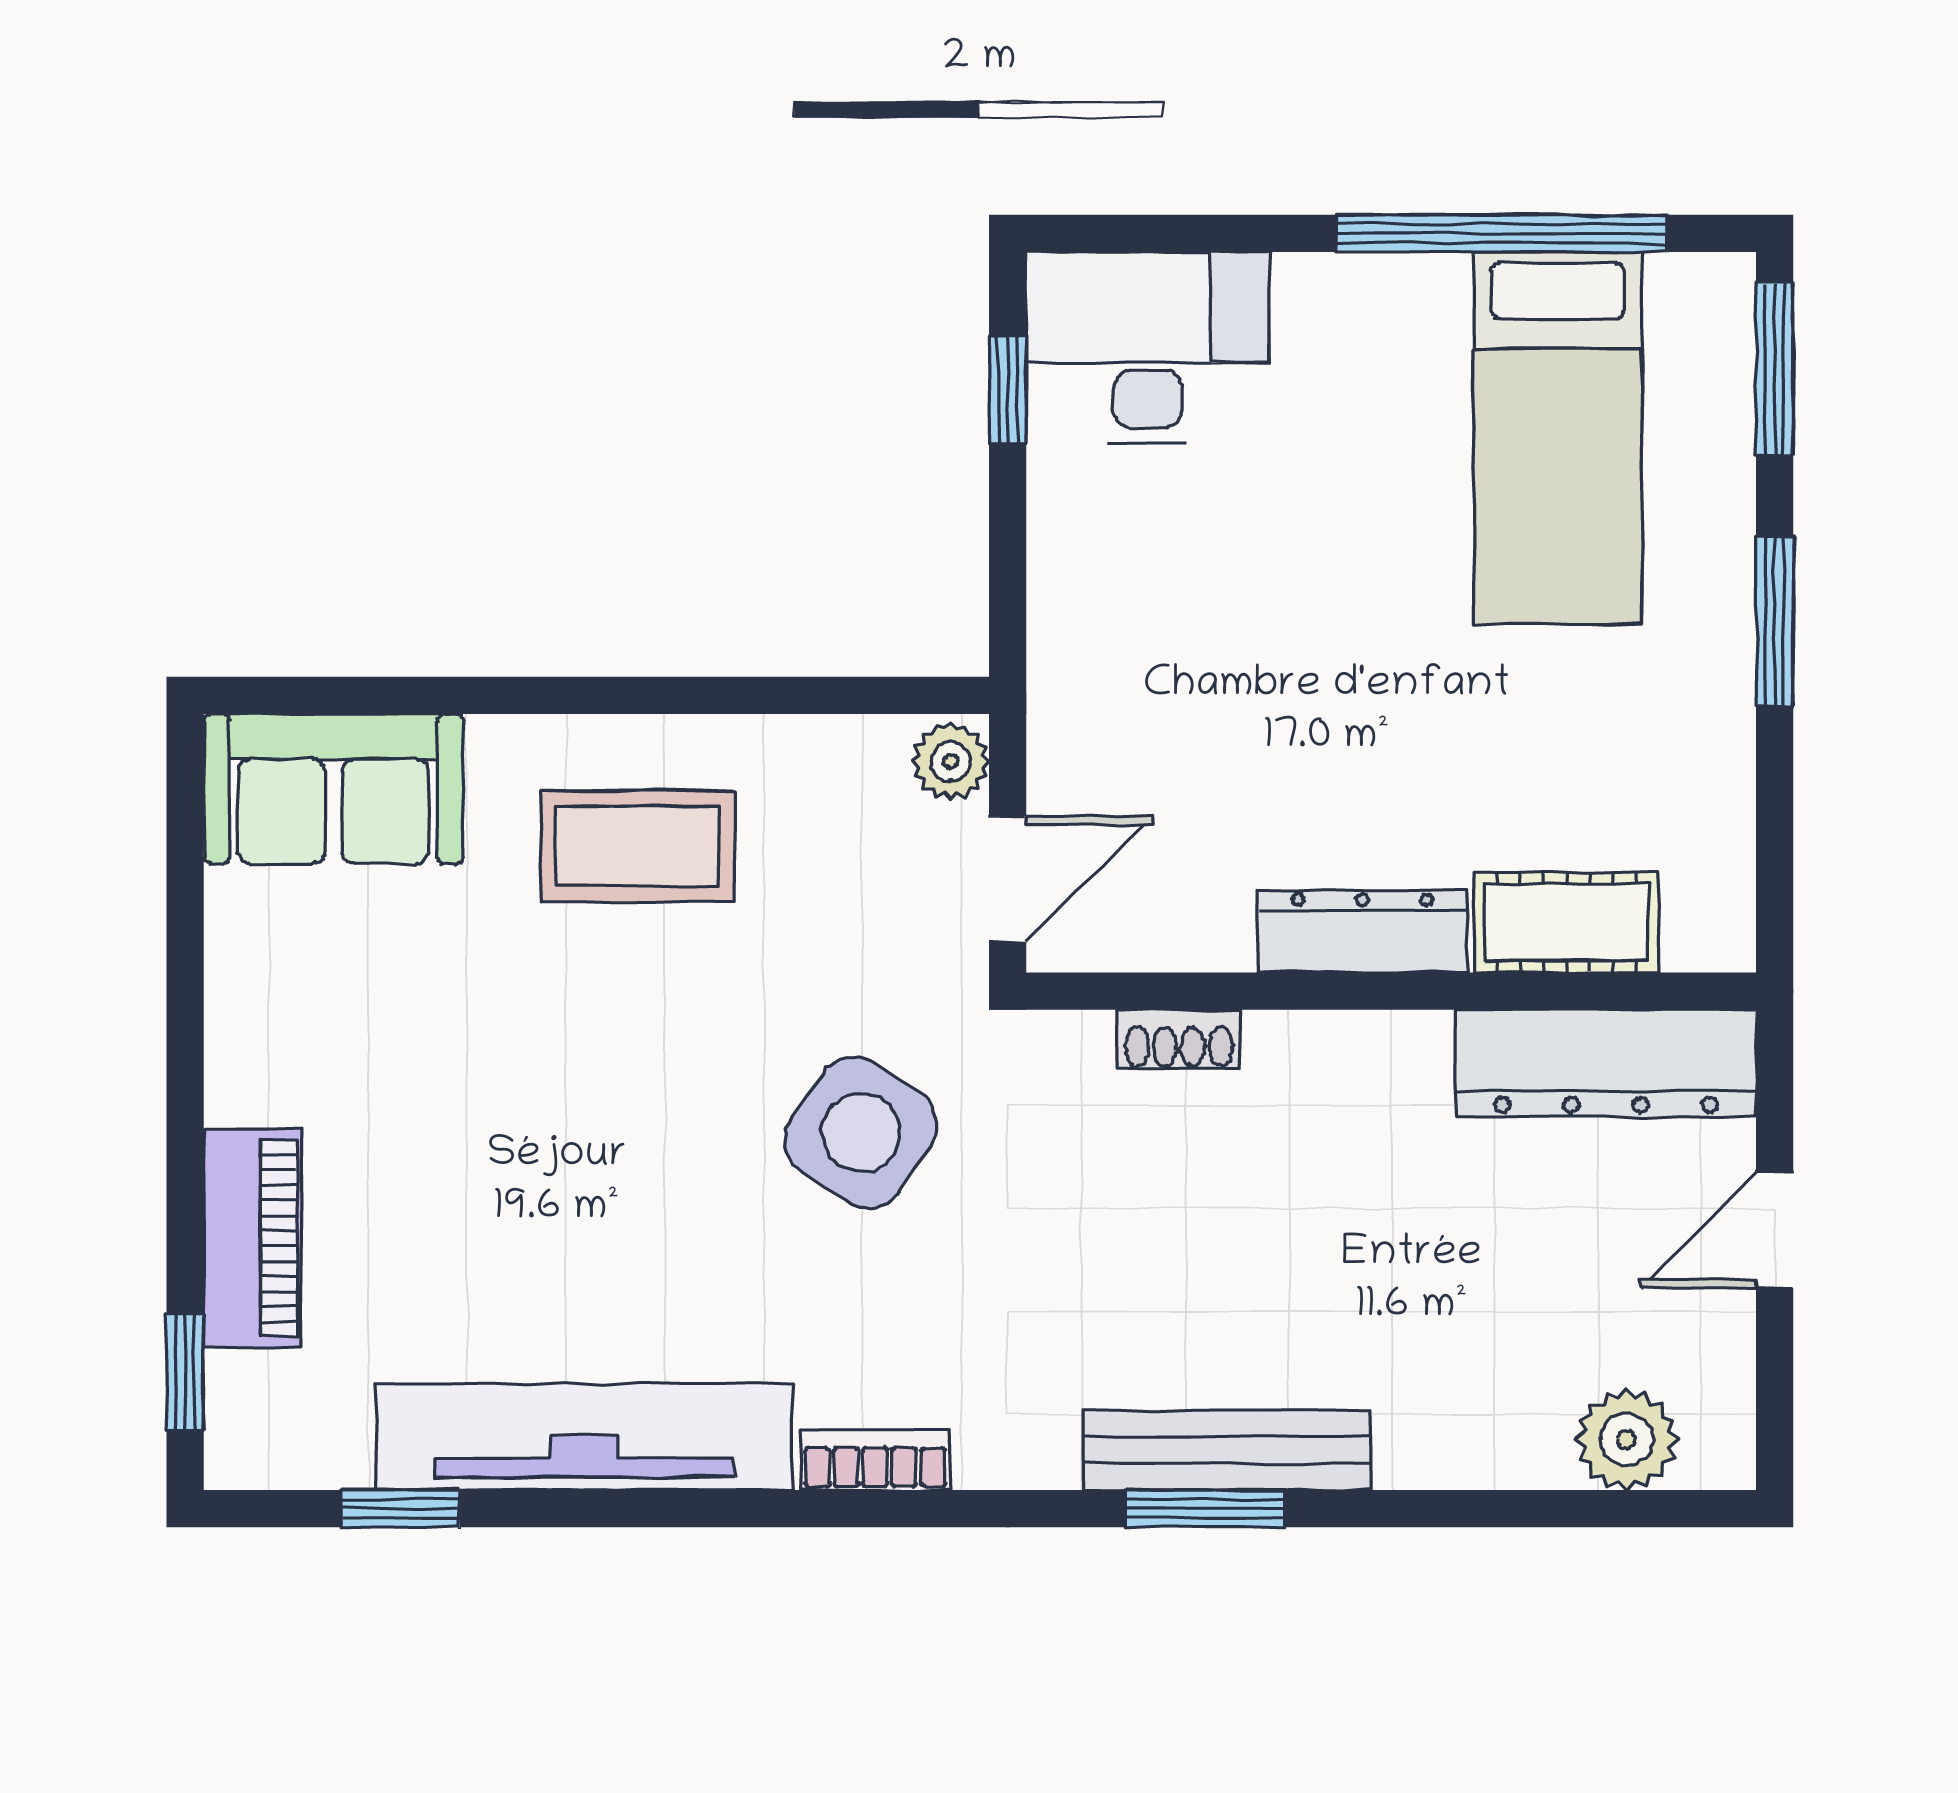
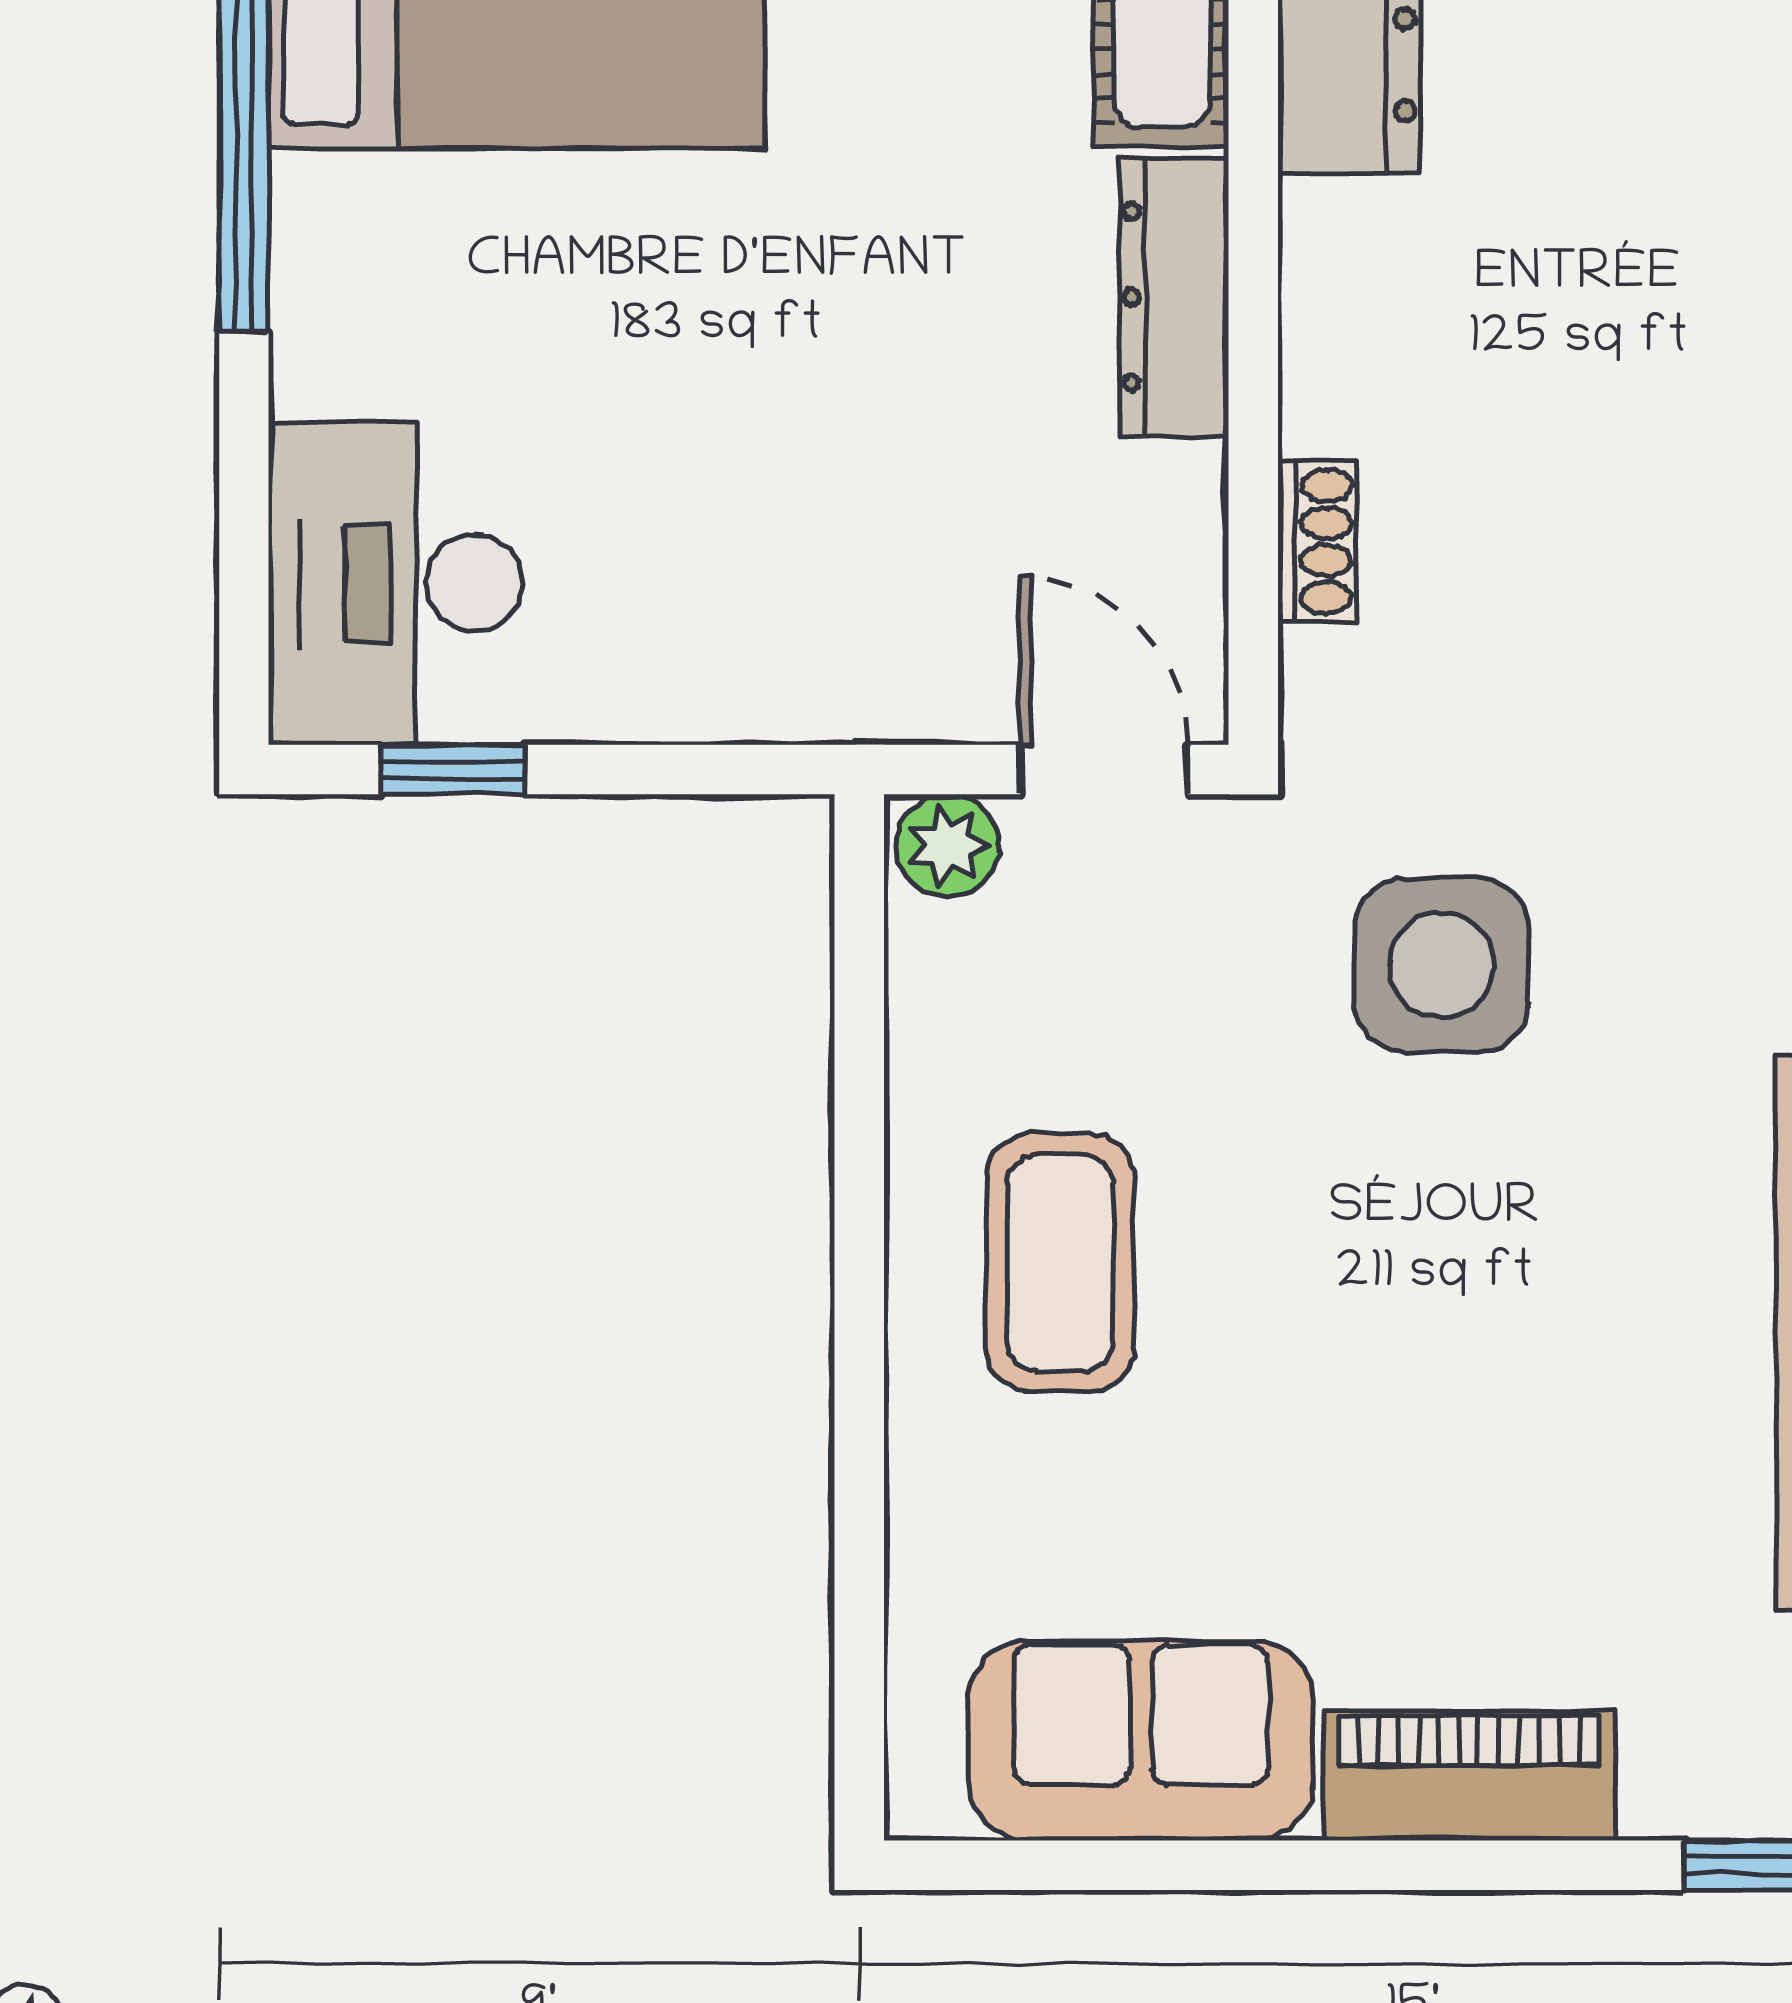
sofa: (333, 789) -> (1141, 1741), moved, turned -90
side table: (861, 1132) -> (1441, 965), turned -34
piano: (253, 1238) -> (1469, 1775), moved

